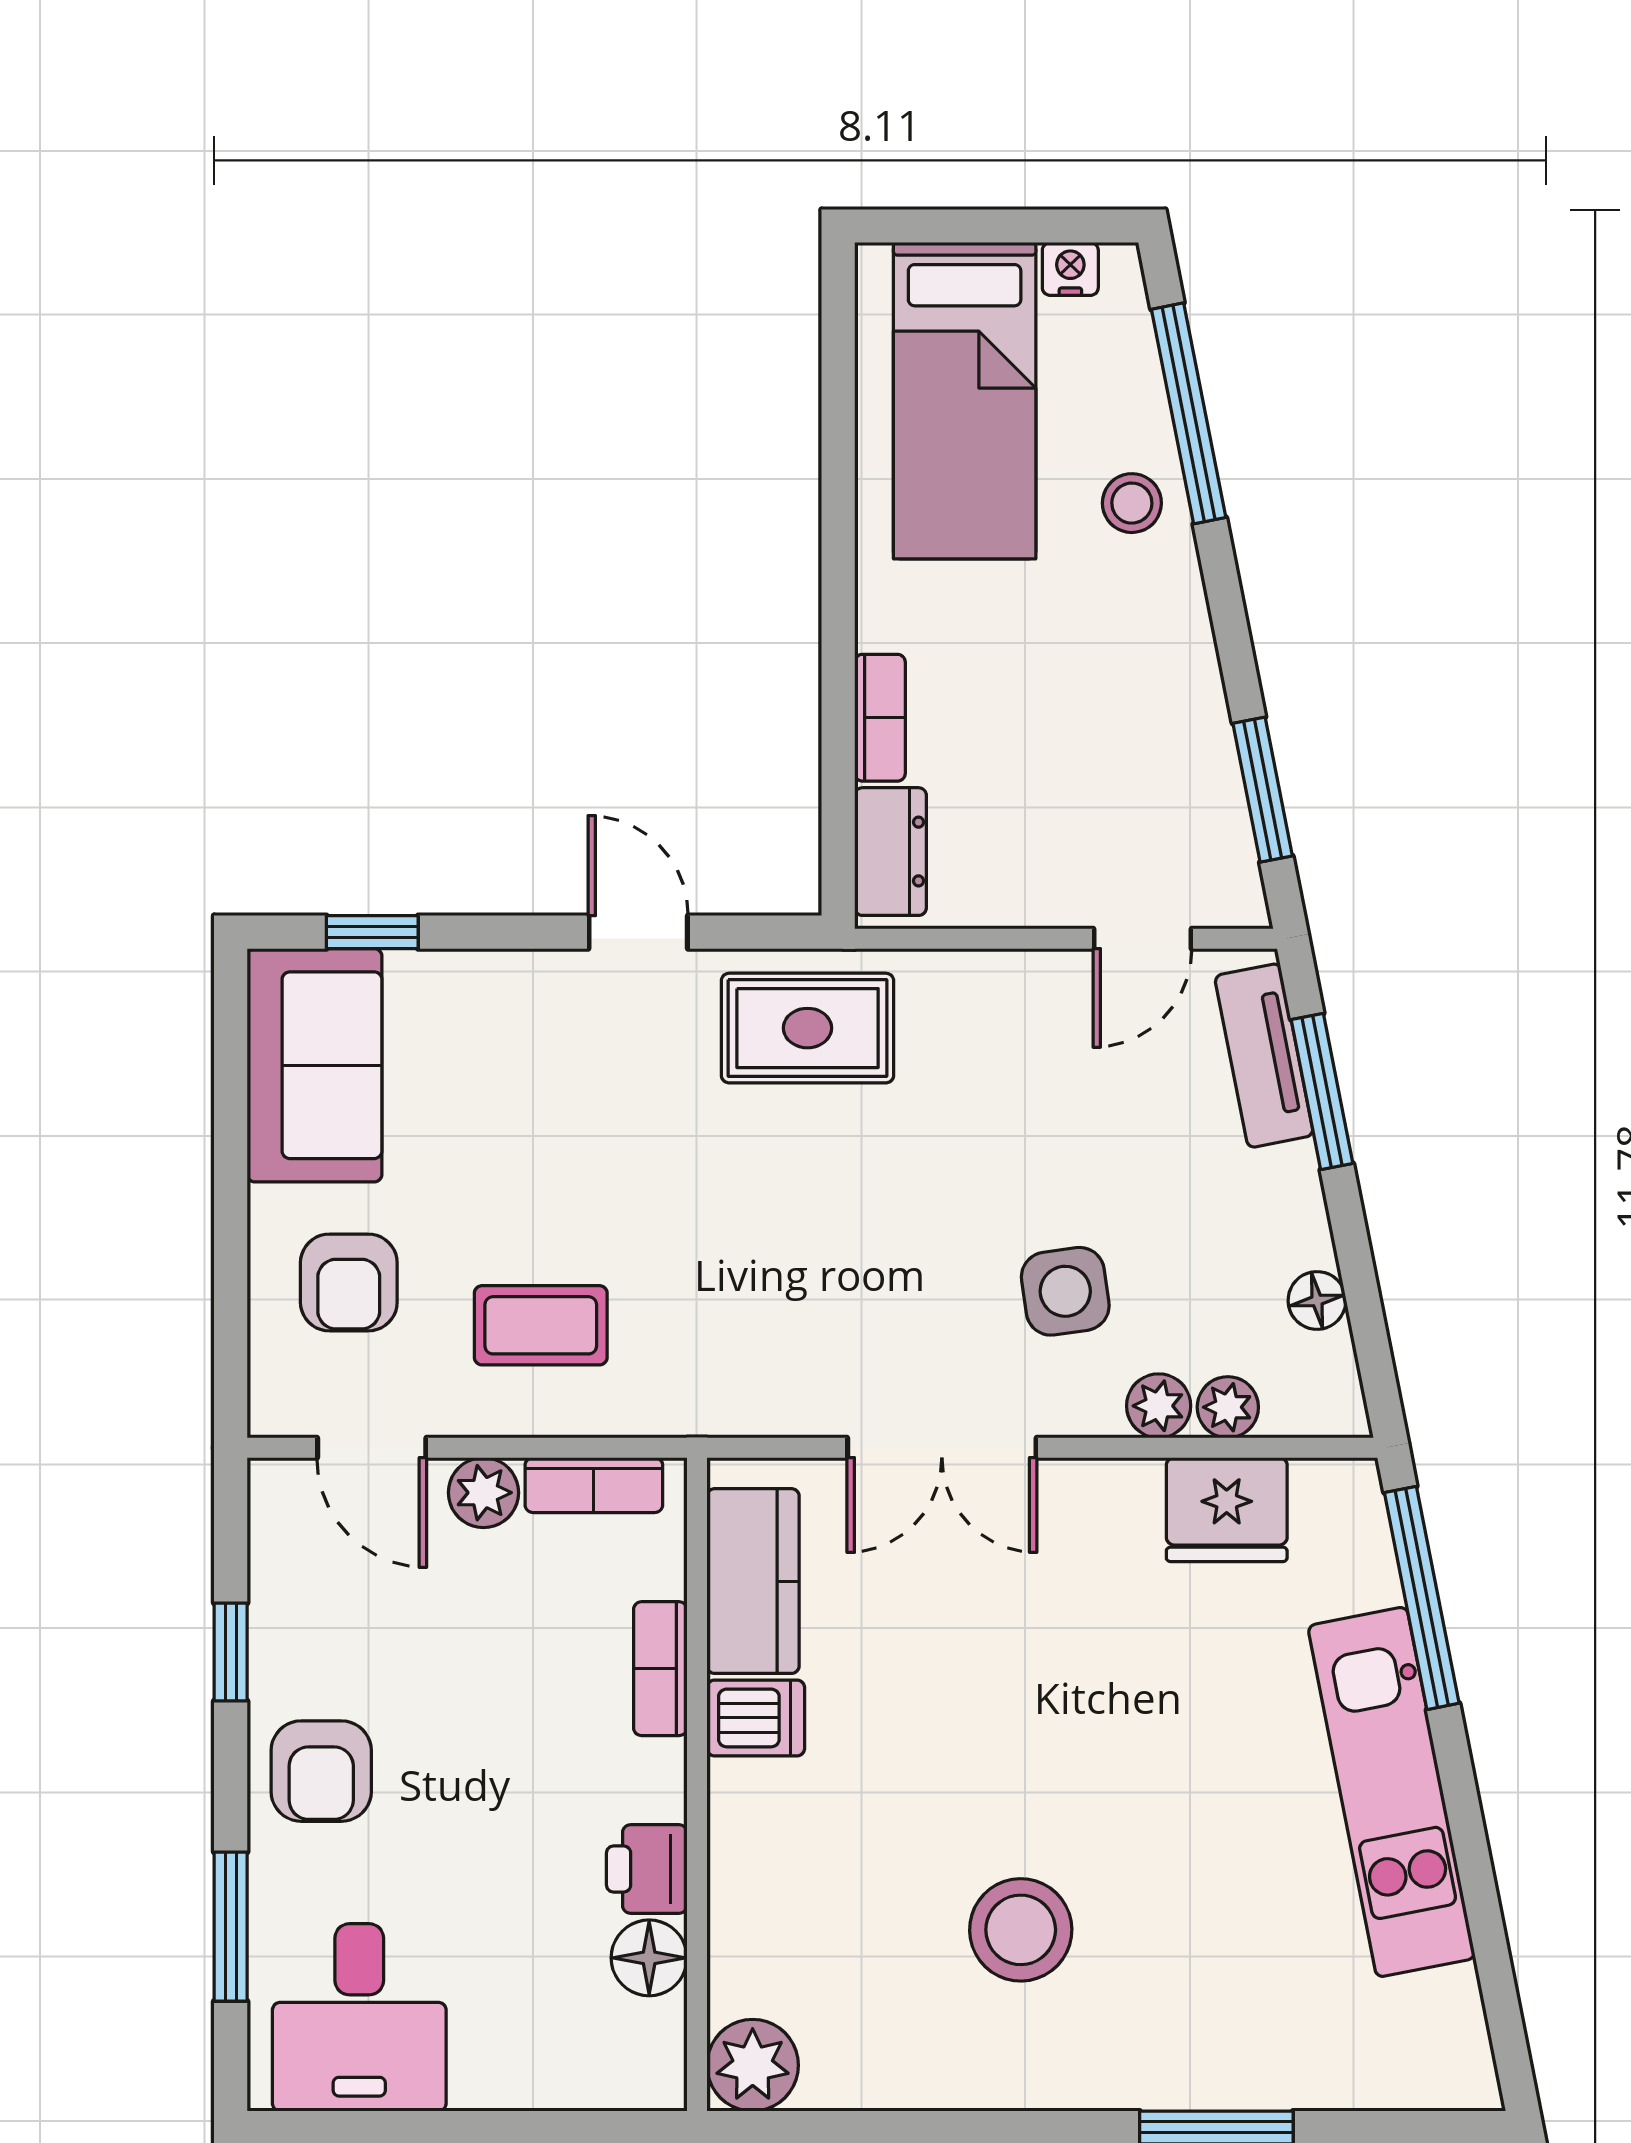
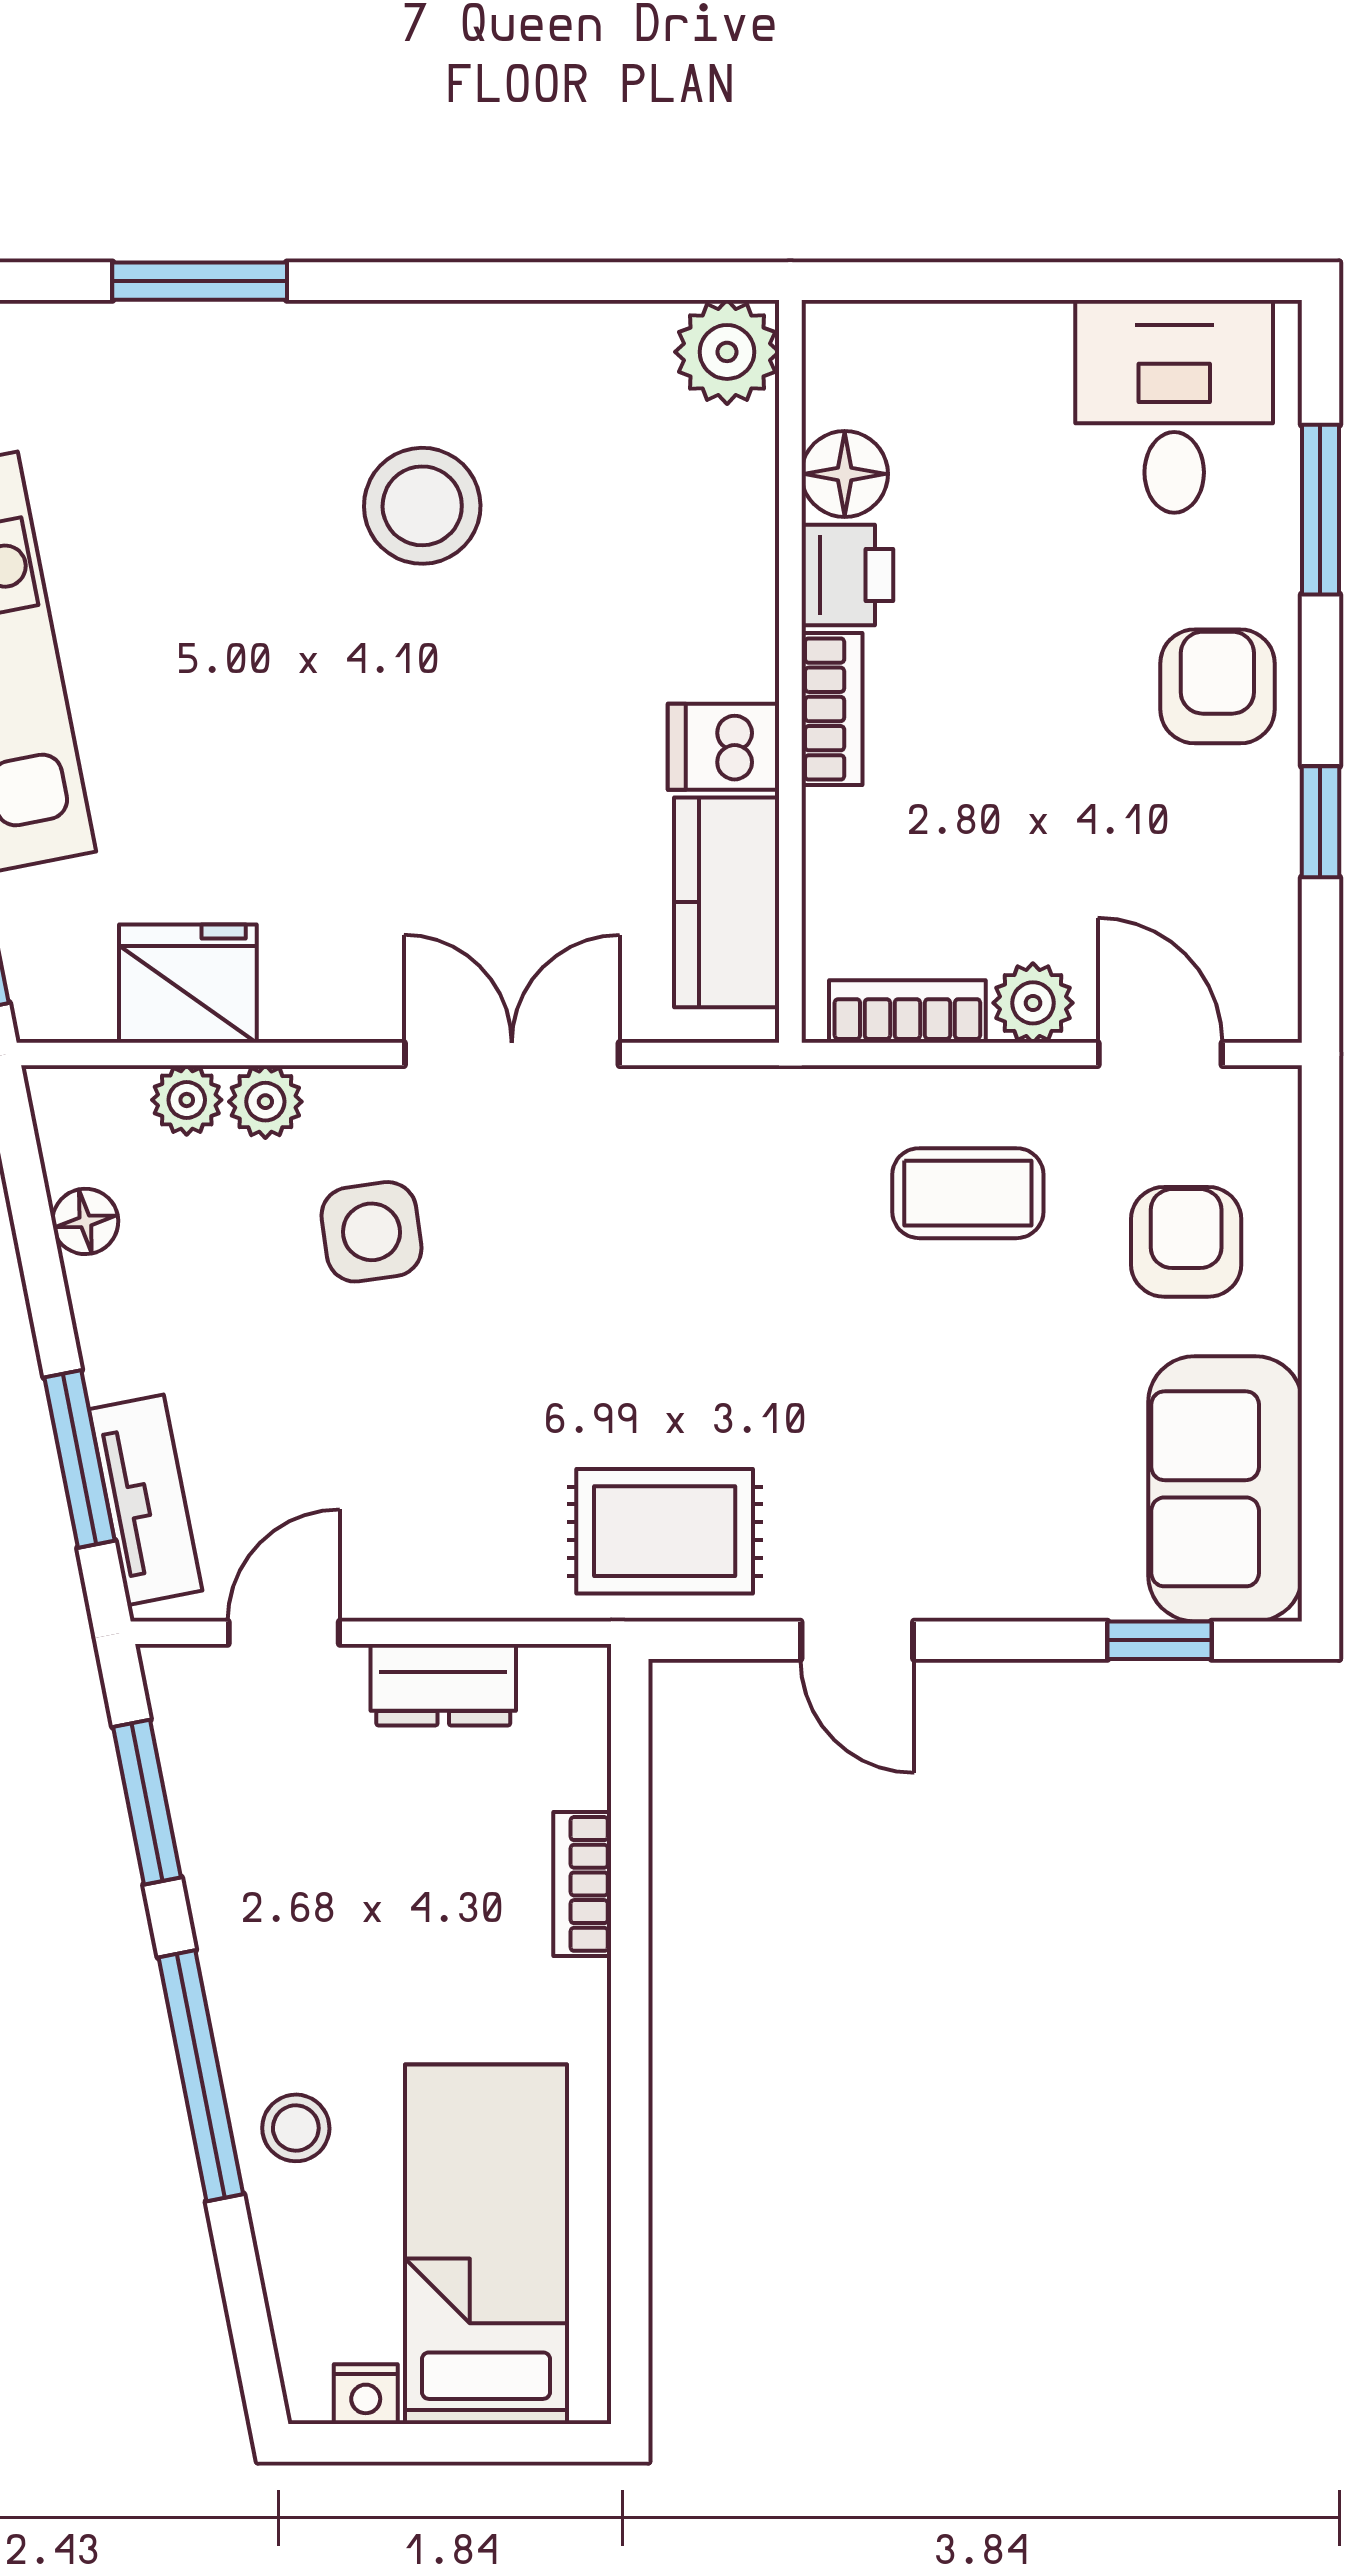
window: (1189, 413) -> (201, 2076), moved
dresser: (890, 852) -> (443, 1685), moved, turned -90
bookcase: (660, 1669) -> (832, 709), moved

